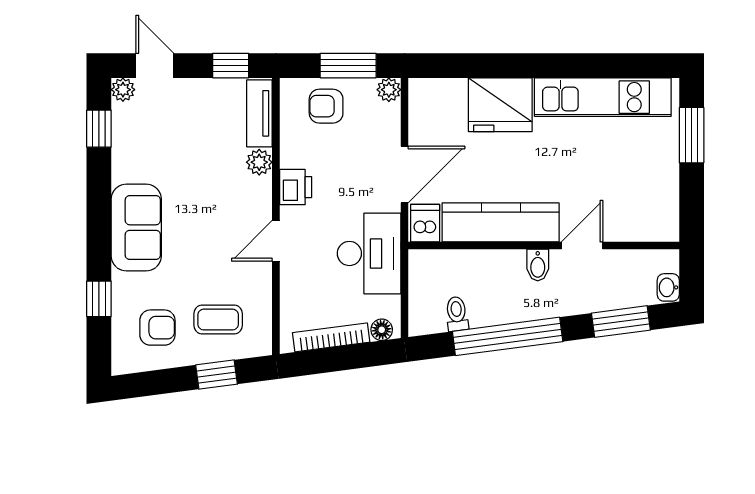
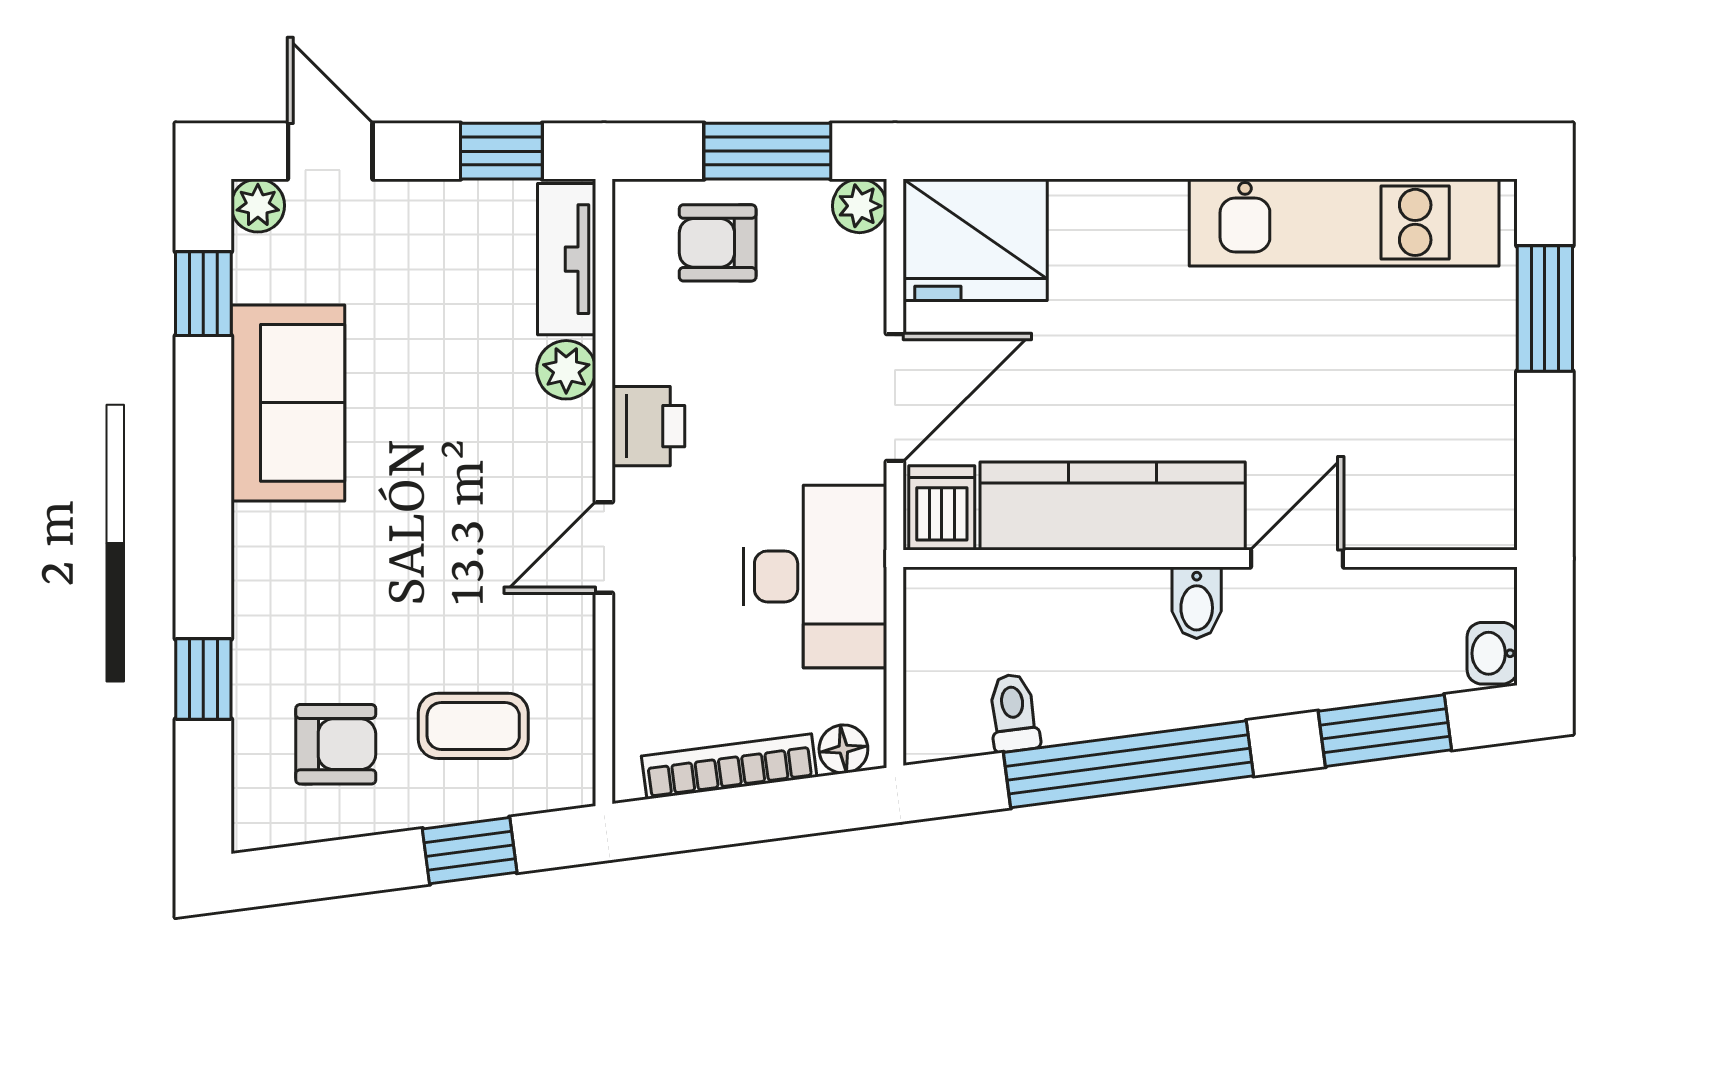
fridge: (500, 105) -> (975, 240), moved
sofa: (136, 228) -> (288, 403), moved

